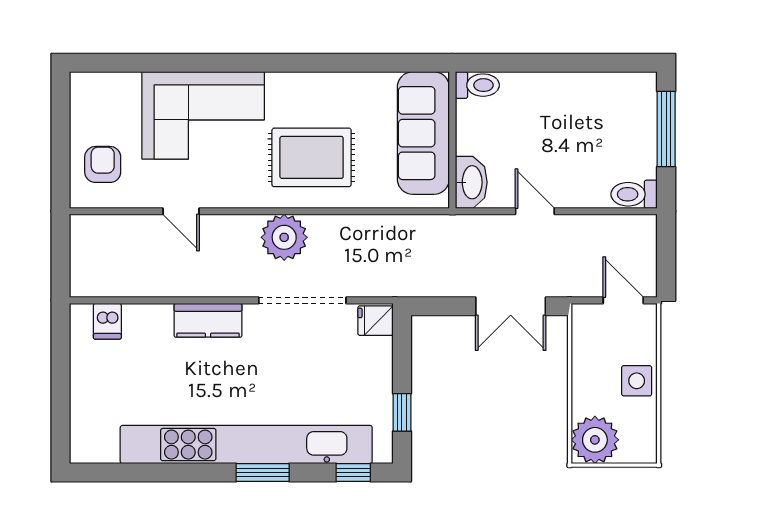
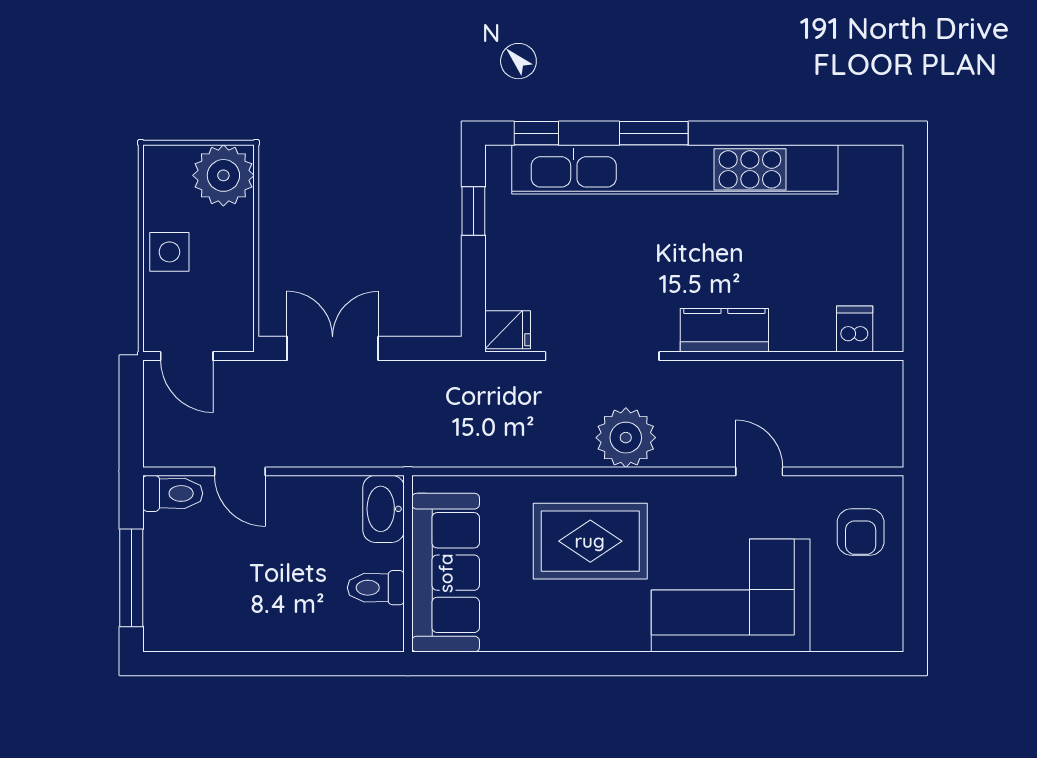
toilet: (477, 85) -> (376, 588), moved
door: (535, 211) -> (240, 471), moved

